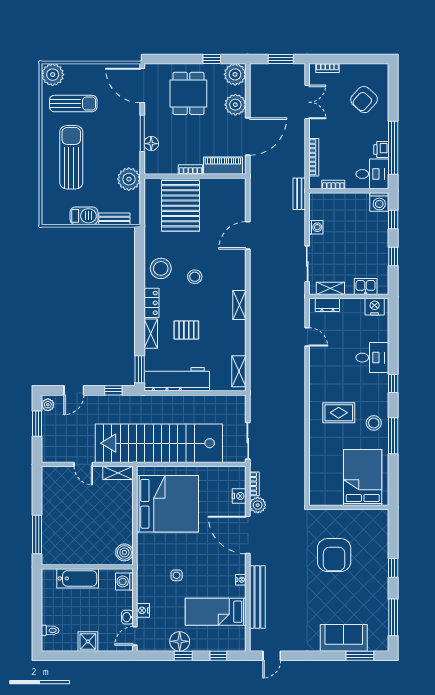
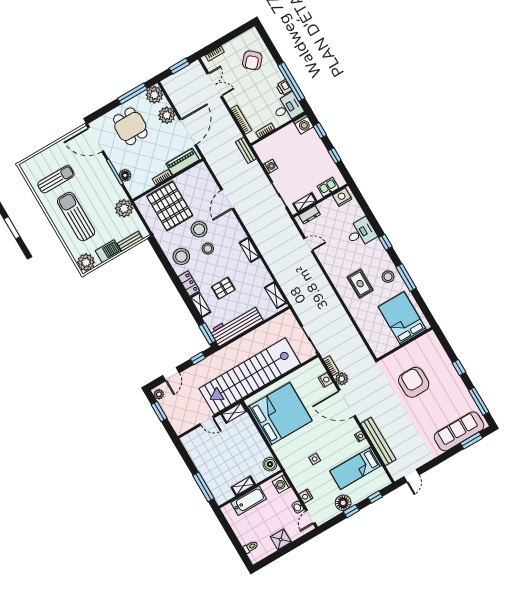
window: (212, 59) -> (132, 94), width x2.17
plant: (53, 75) -> (86, 262), moved
stool: (198, 250) -> (199, 229), added
rug: (339, 413) -> (360, 284), turned 90
armchair: (334, 555) -> (414, 382), turned 180
shelving: (81, 559) -> (243, 486), added
sofa: (344, 638) -> (459, 431), width x1.36

